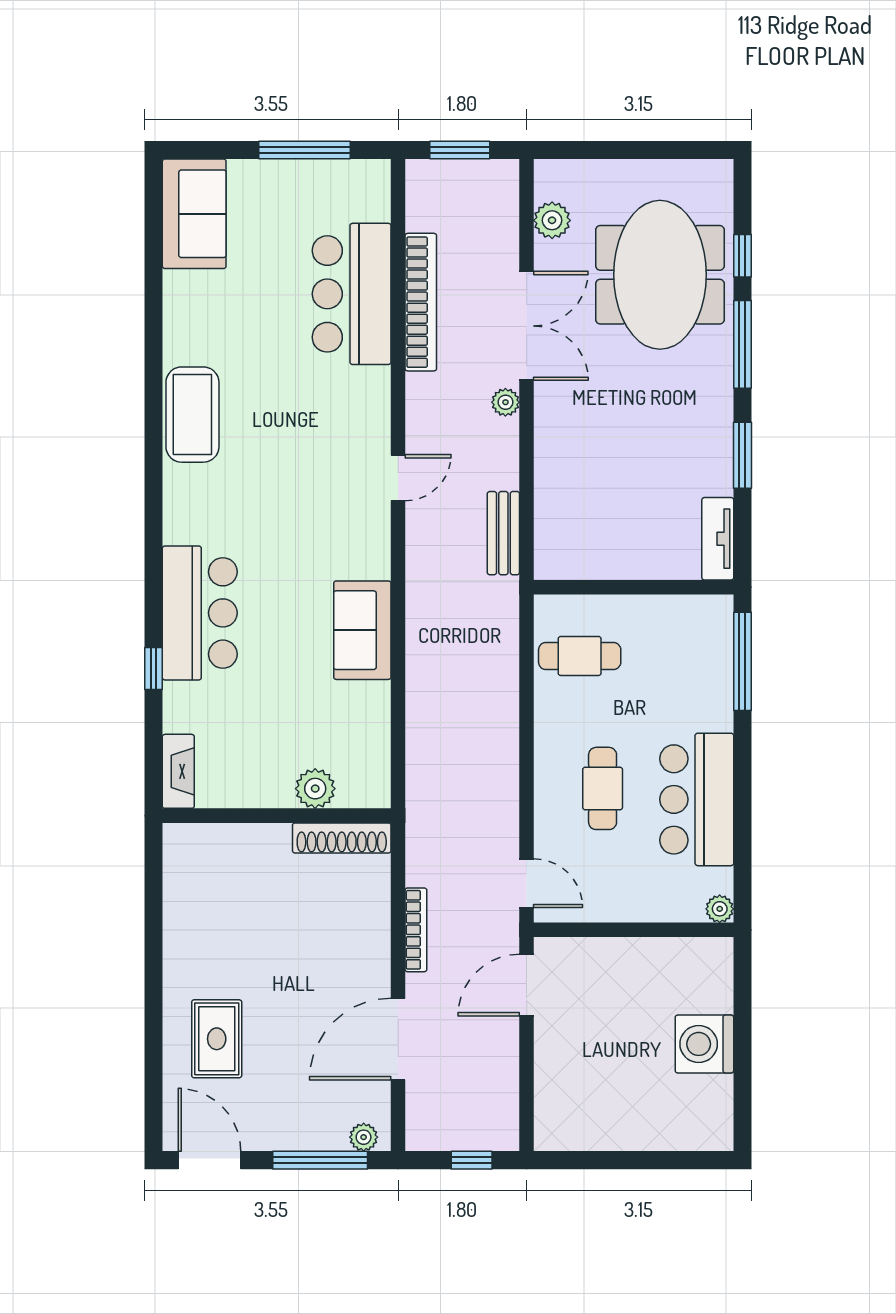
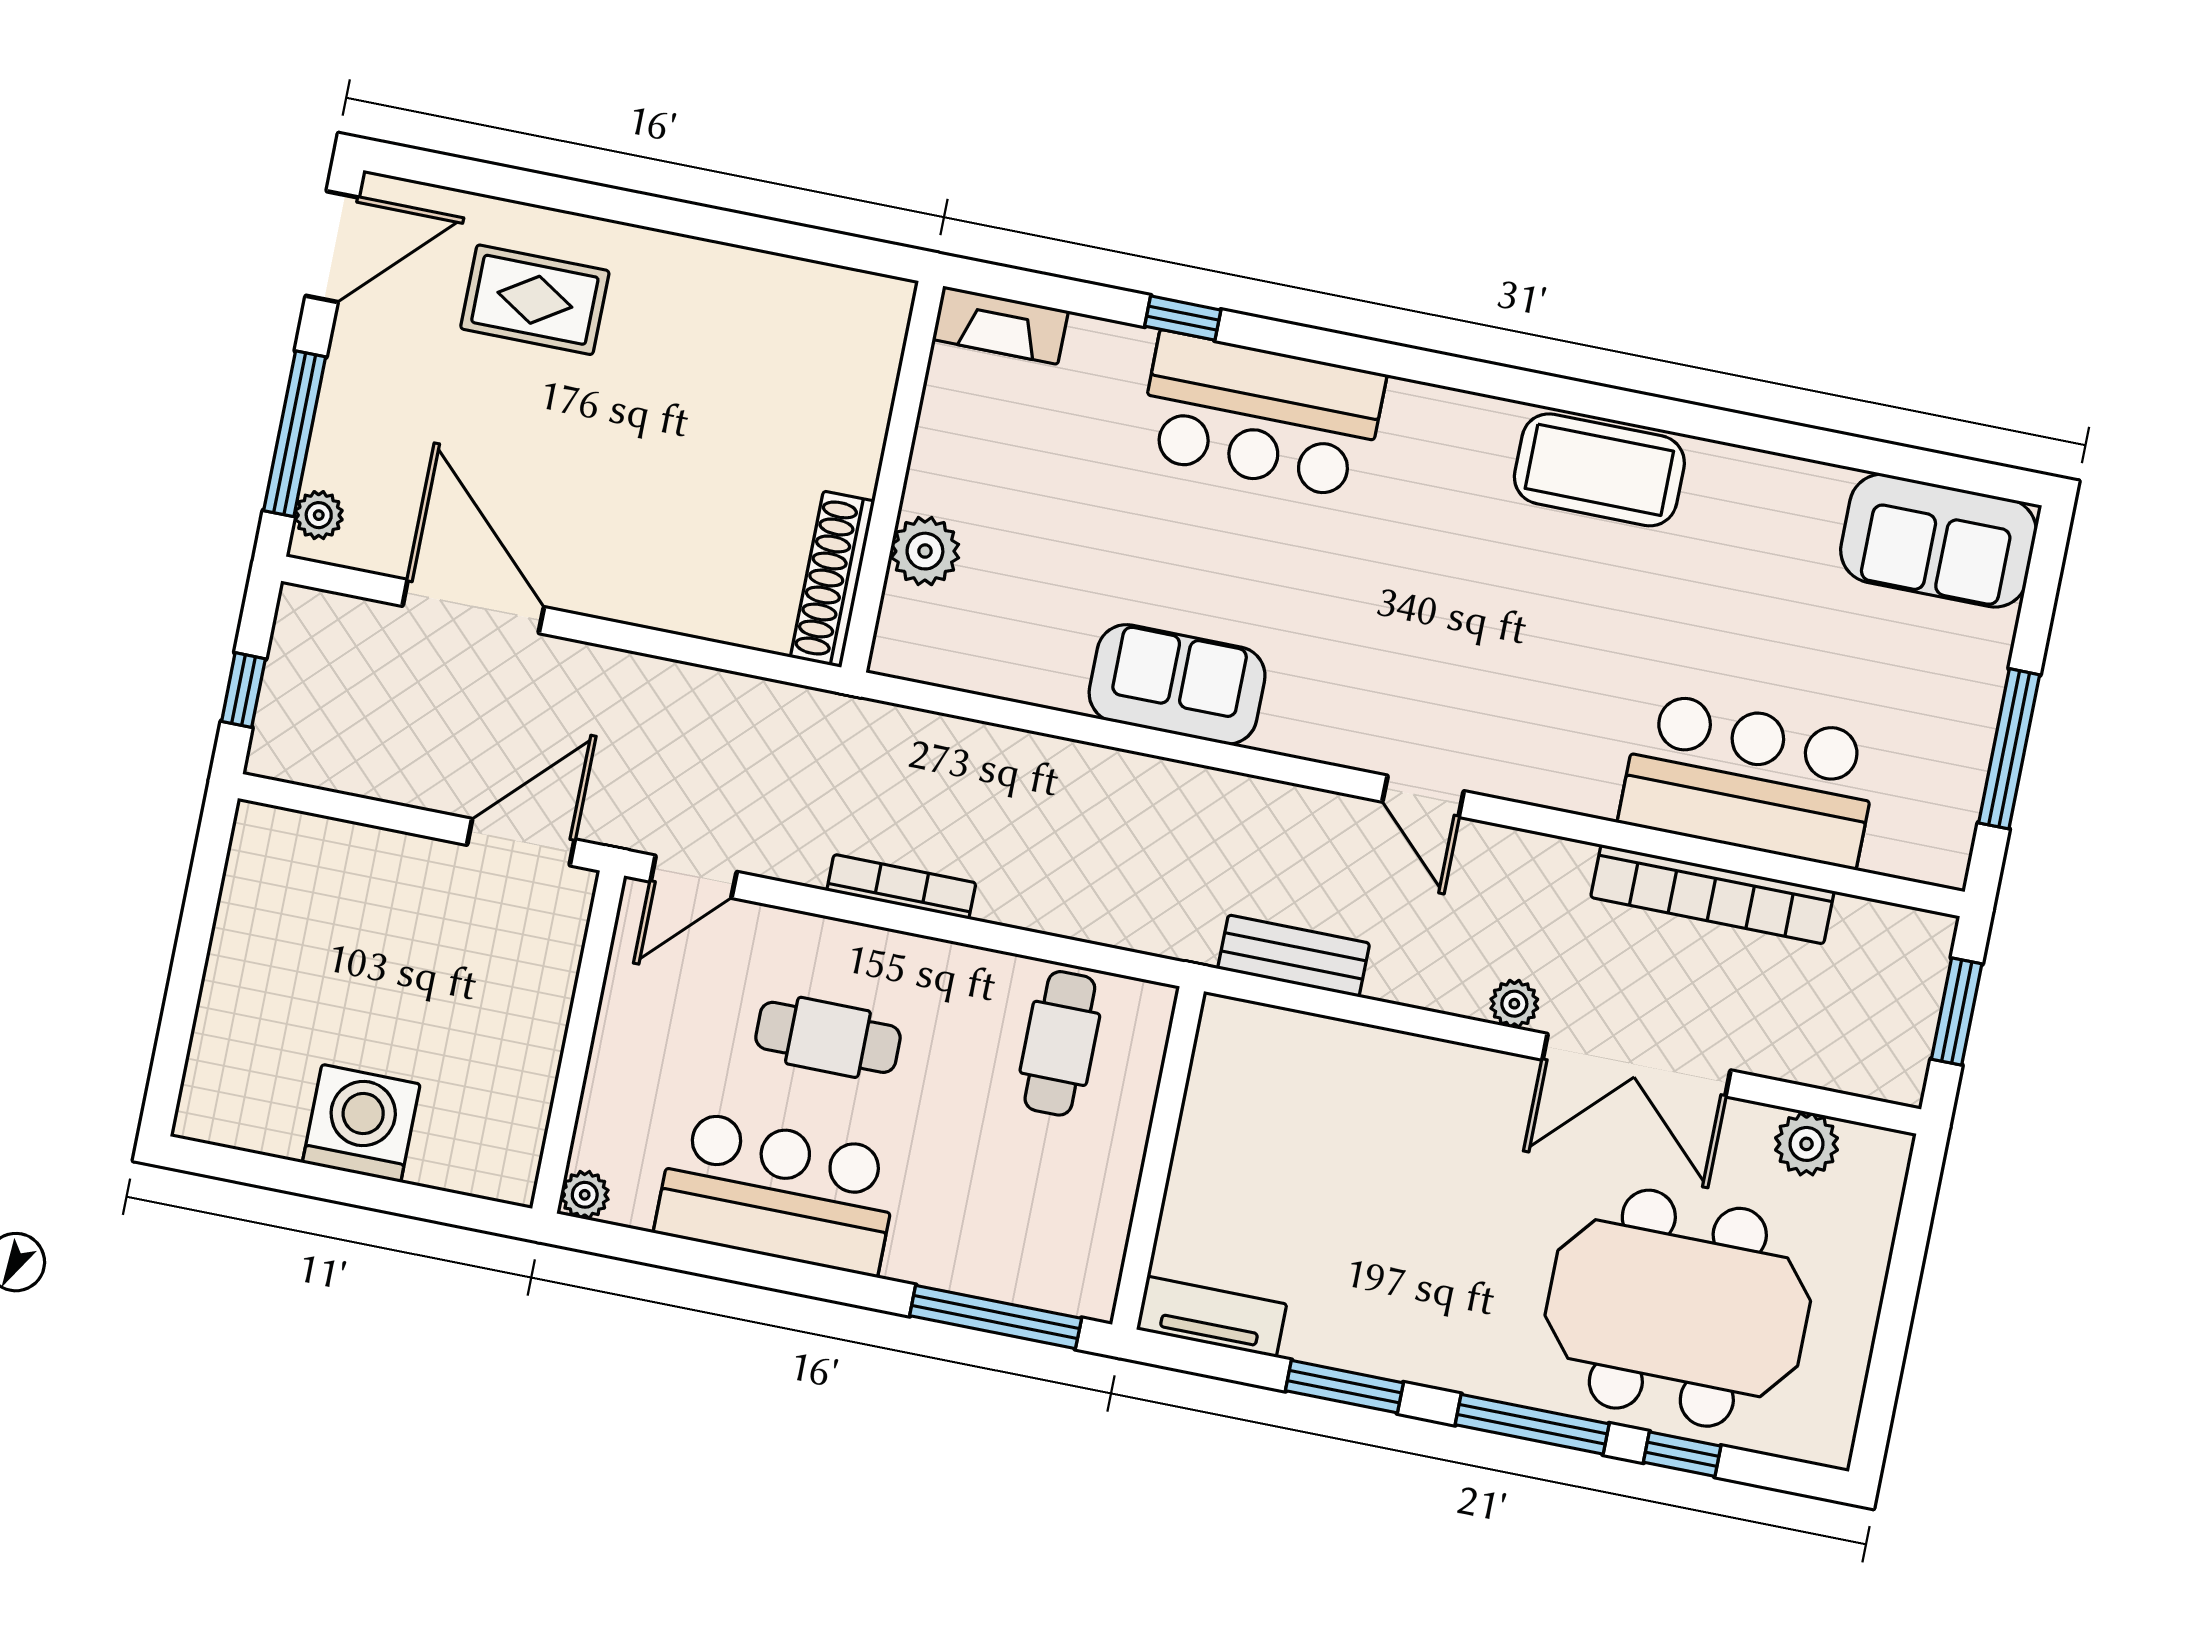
bookcase: (416, 930) -> (901, 887), moved, turned 180
door: (527, 985) -> (521, 842), hinge flipped

